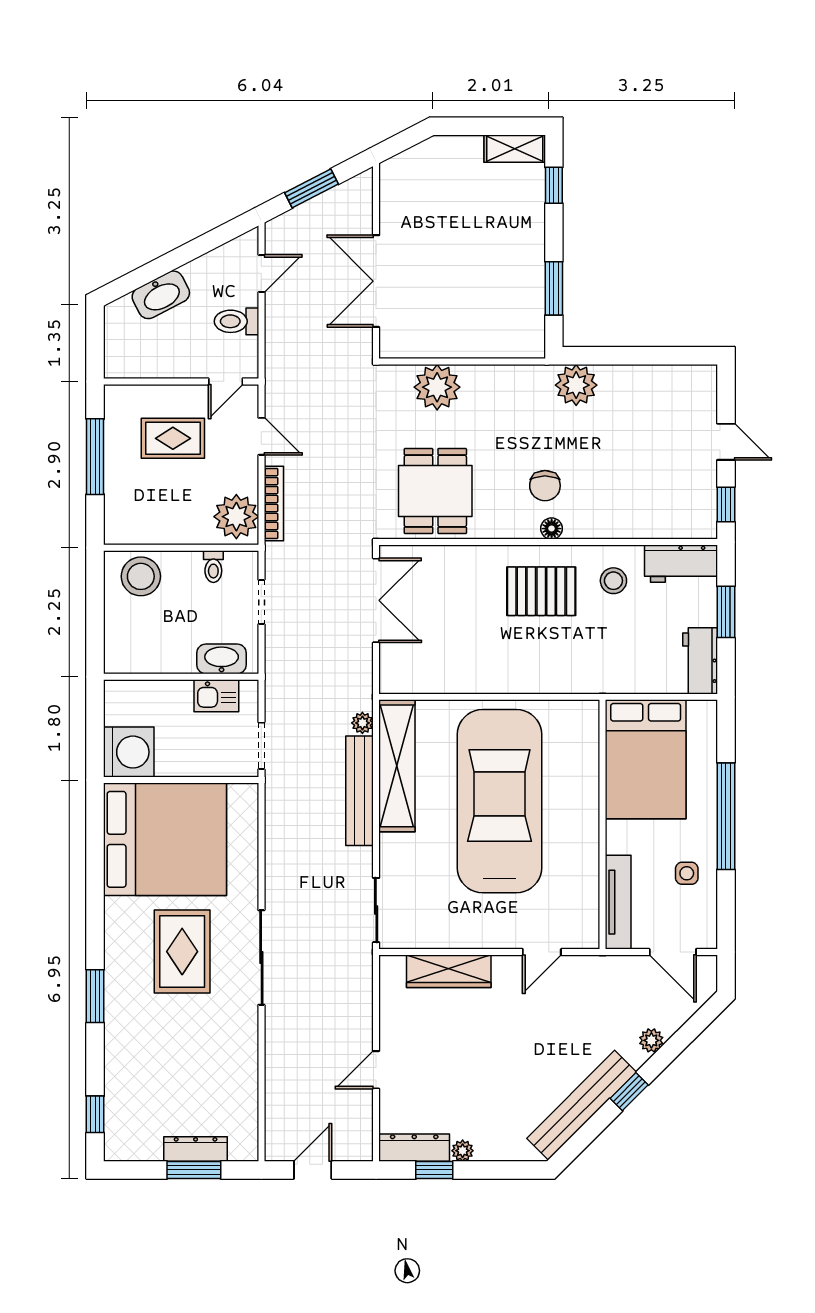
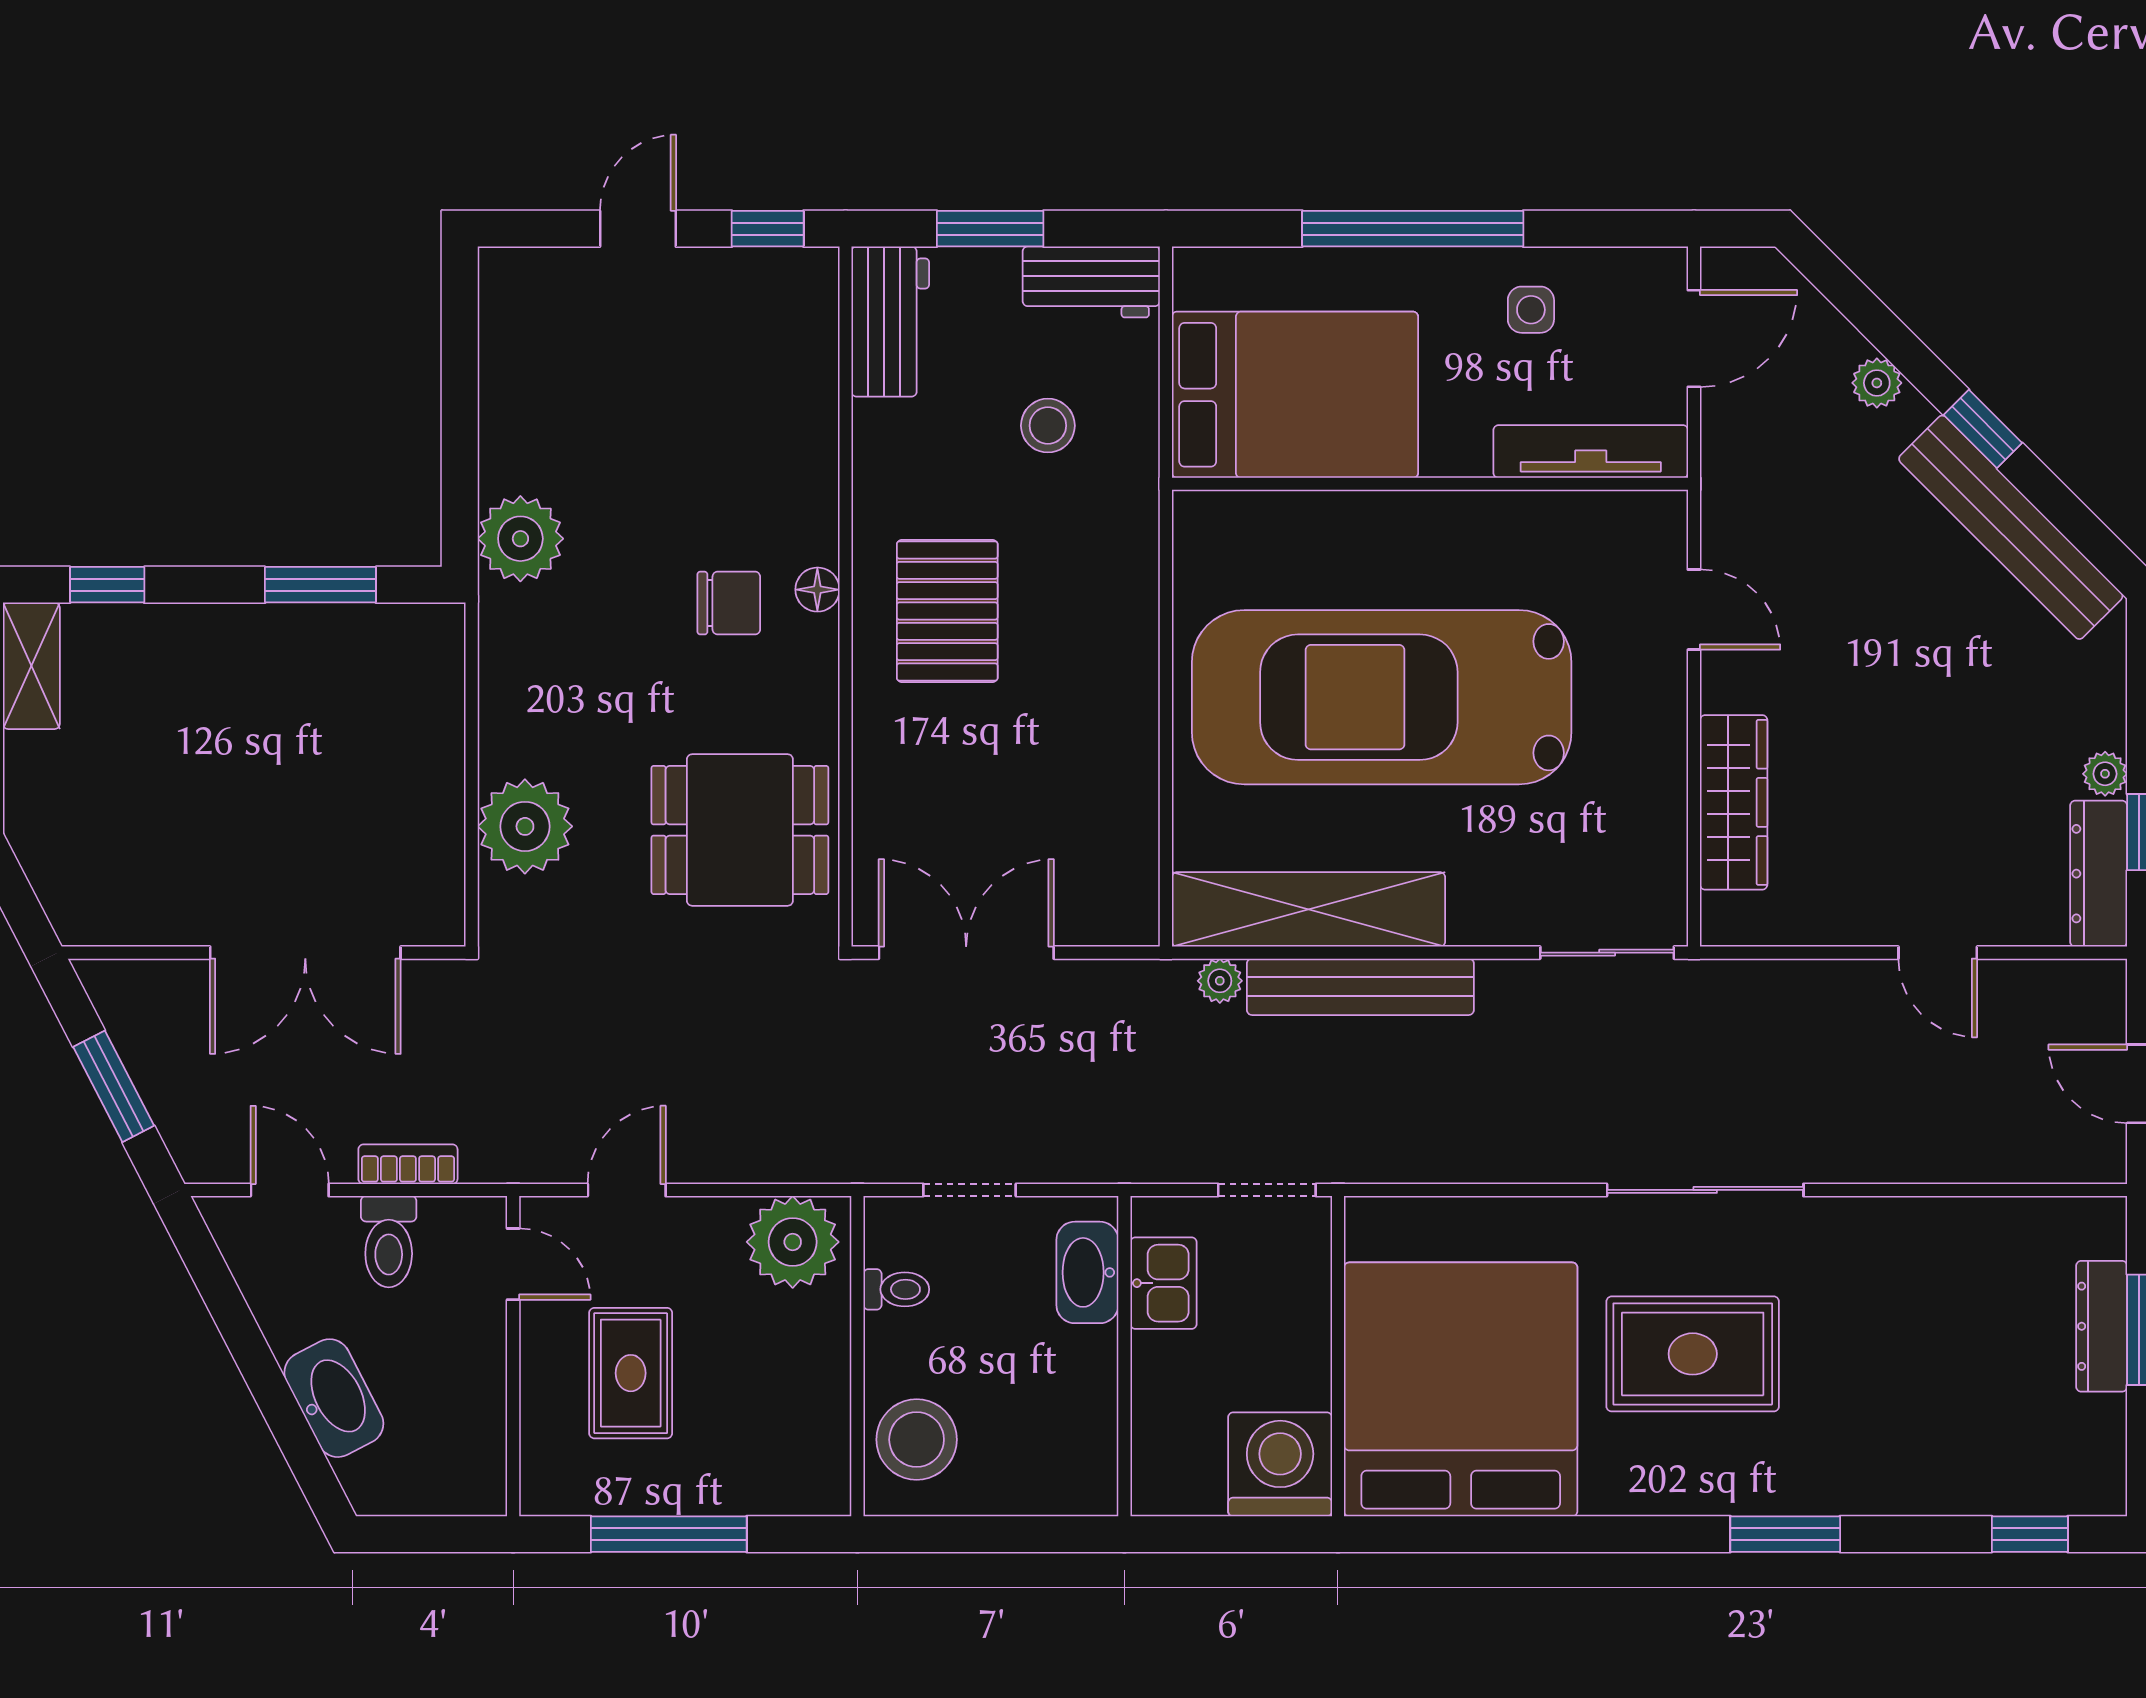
bookcase: (274, 504) -> (408, 1164), moved, width x0.64
stool: (613, 581) -> (1048, 426), moved

